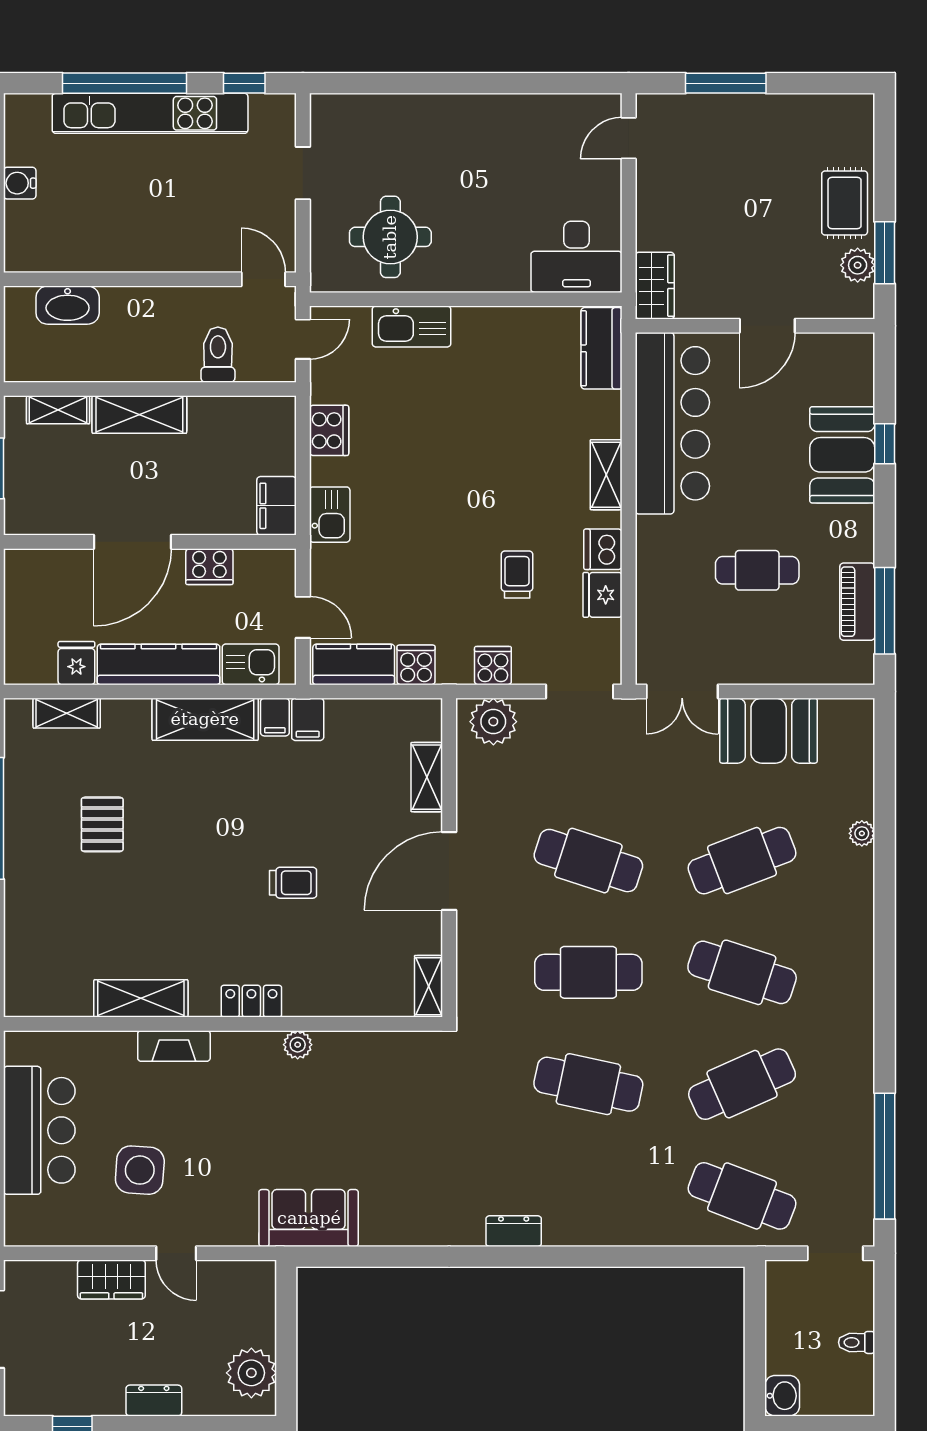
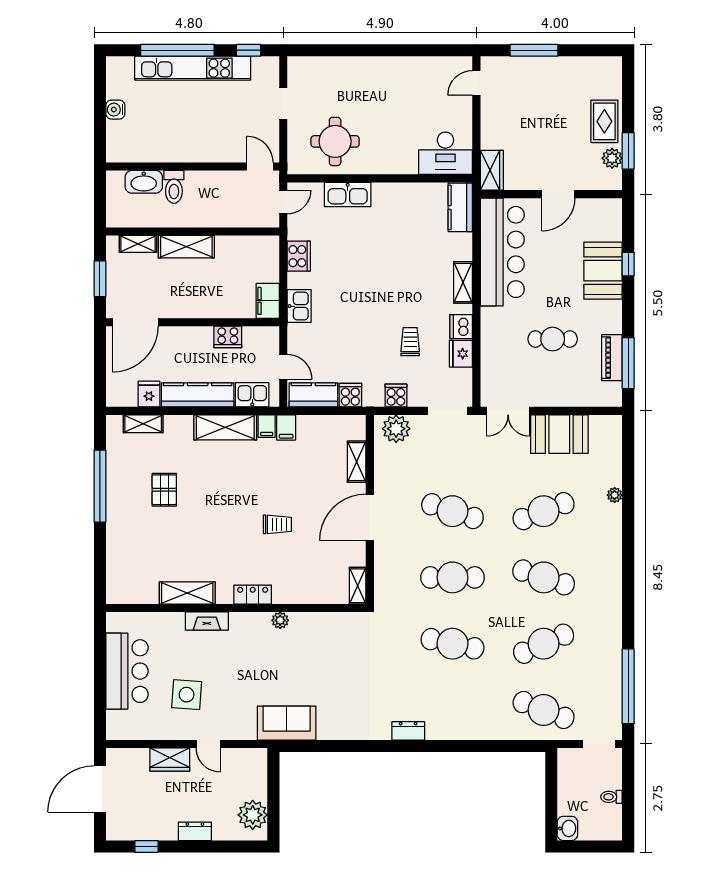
toilet: (218, 355) -> (174, 187), moved, turned 180
door: (132, 542) -> (135, 322), moved

